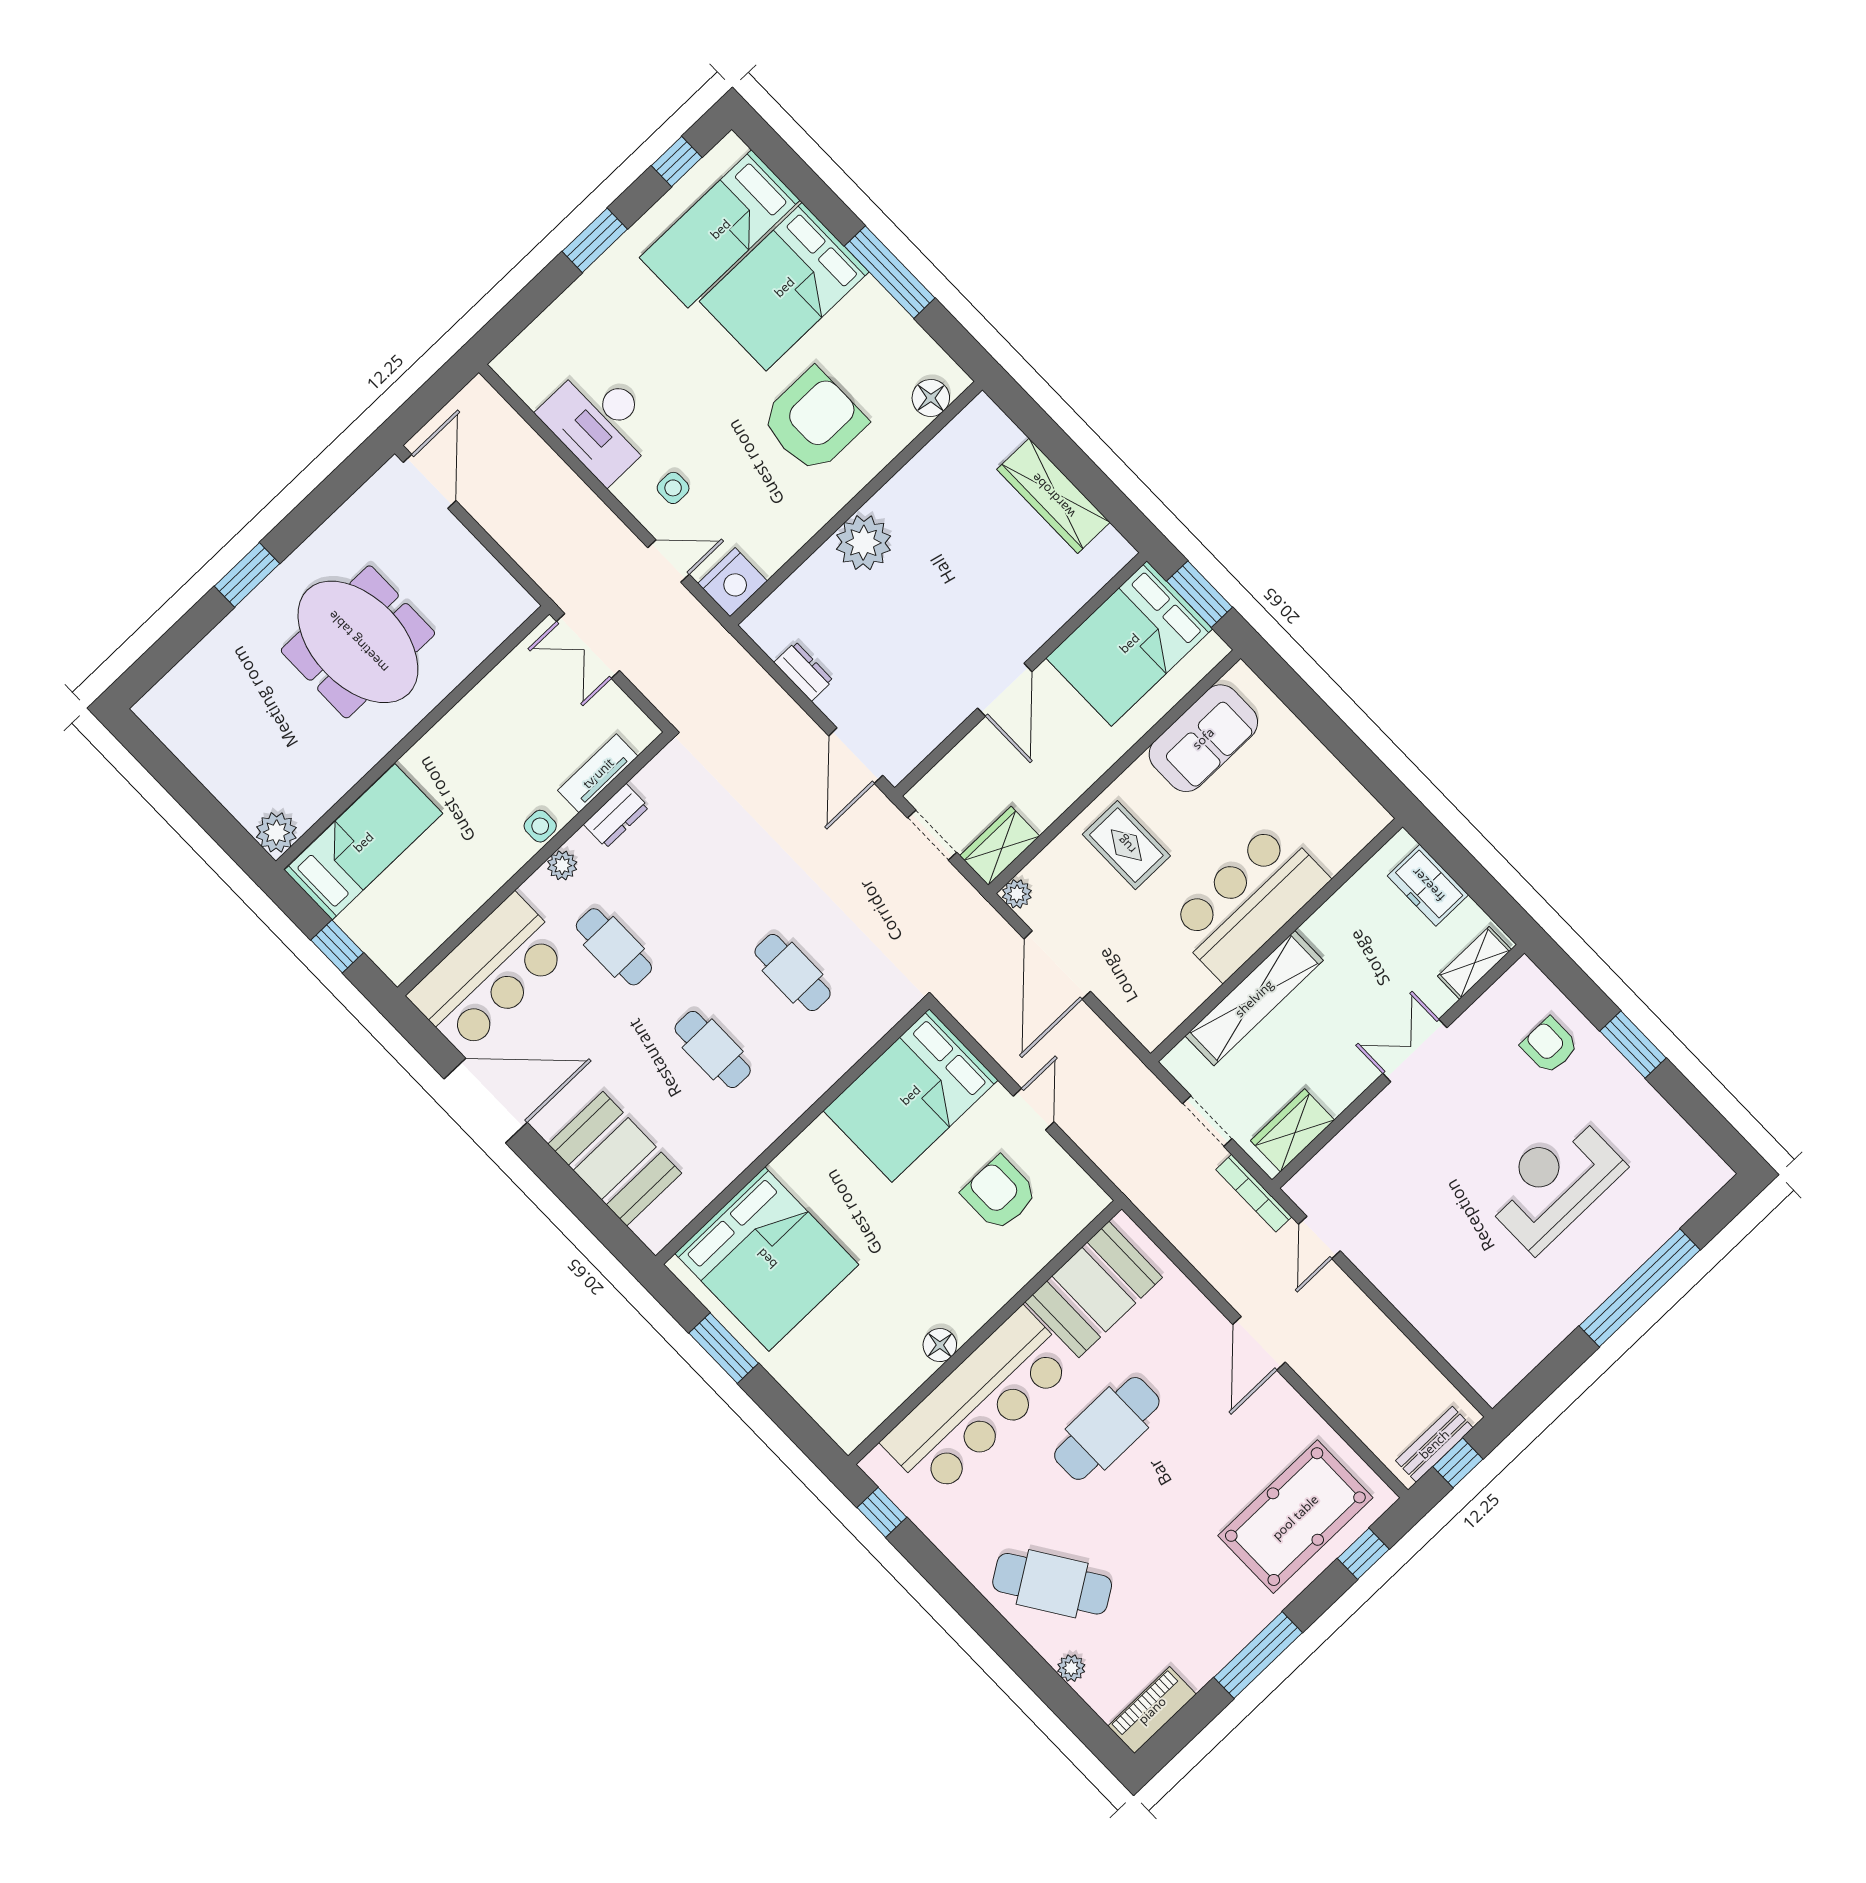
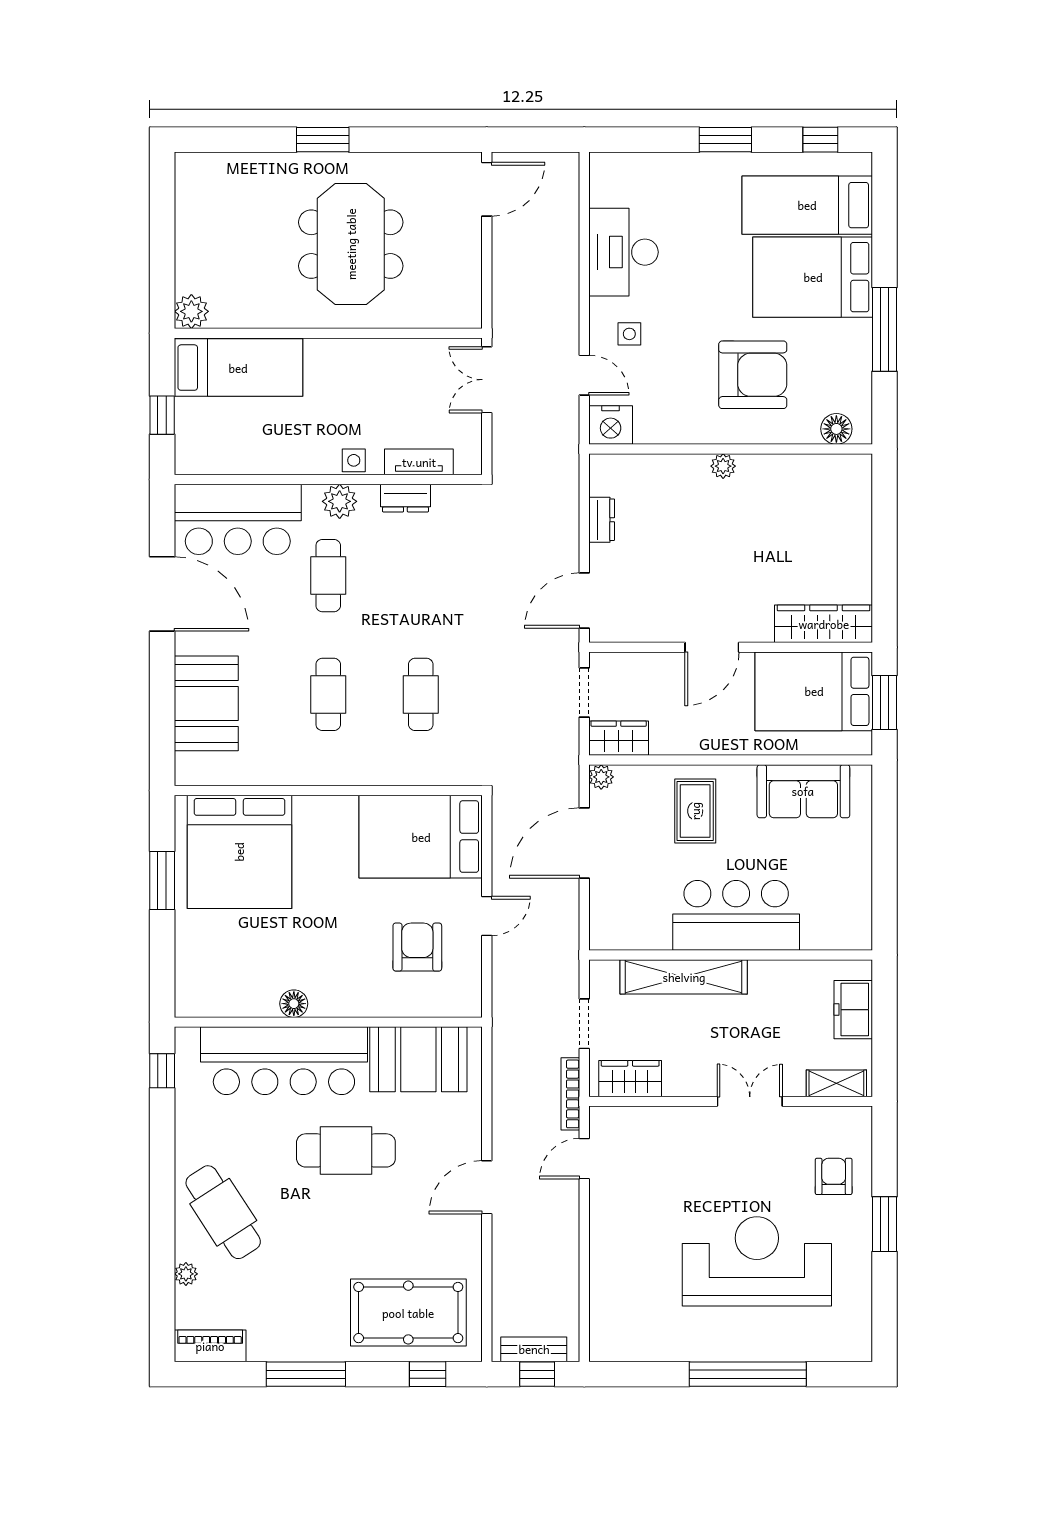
wardrobe: (1053, 496) -> (824, 624), moved, turned 90
plant: (863, 543) -> (723, 466), width x0.53, depth x0.53
plant: (562, 865) -> (340, 501), width x1.38, depth x1.38
reception desk: (1554, 1183) -> (757, 1261), width x1.36, depth x1.30

